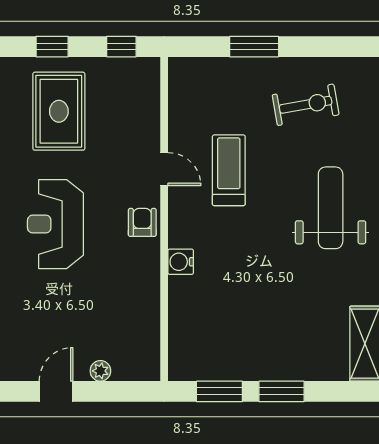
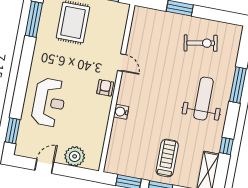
treadmill: (229, 170) -> (167, 158), moved
reception desk: (55, 224) -> (49, 102), moved, turned 180
plant: (100, 371) -> (75, 156), width x1.88, depth x1.88

